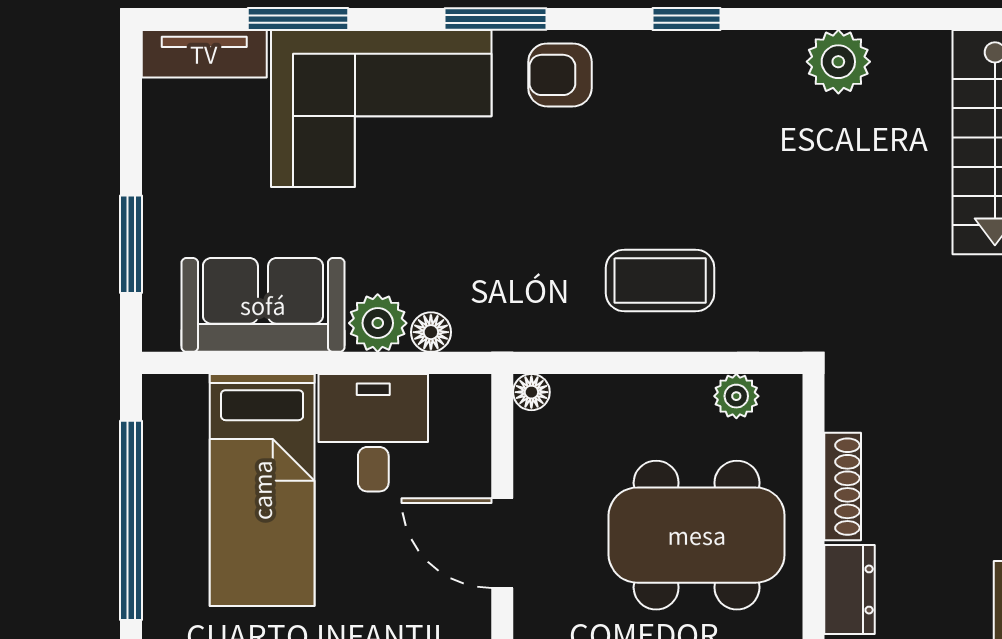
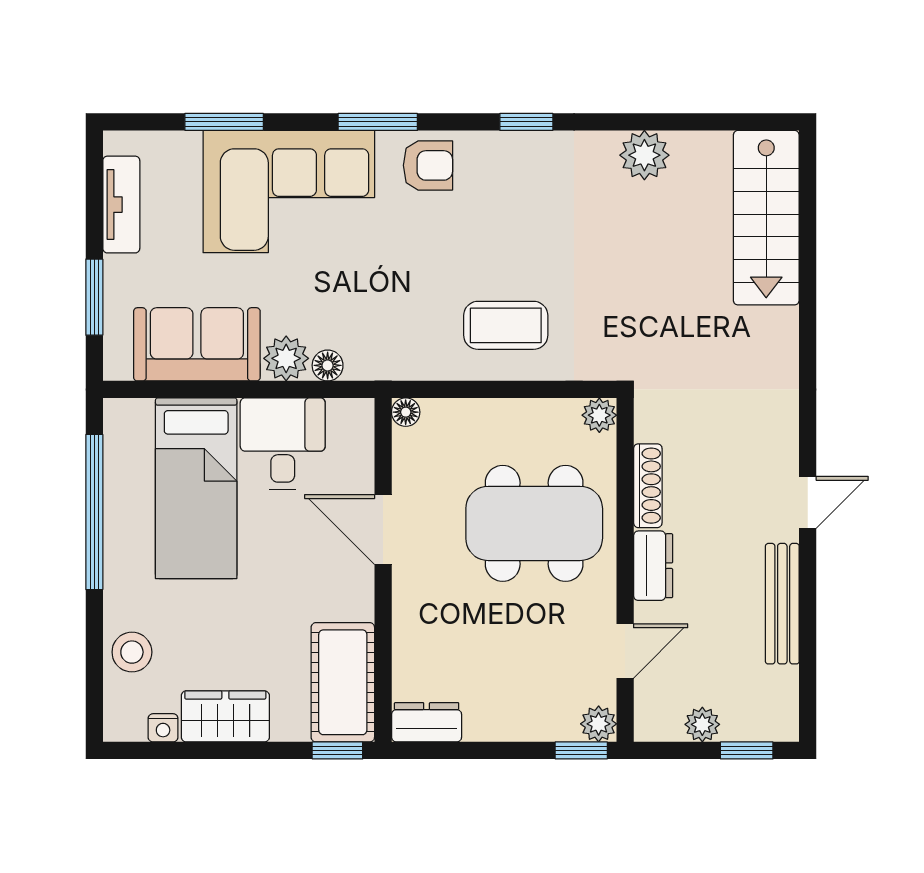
tv unit: (204, 54) -> (121, 205), moved, turned -90
armchair: (560, 75) -> (428, 165), turned 180
plant: (736, 396) -> (599, 415), moved

